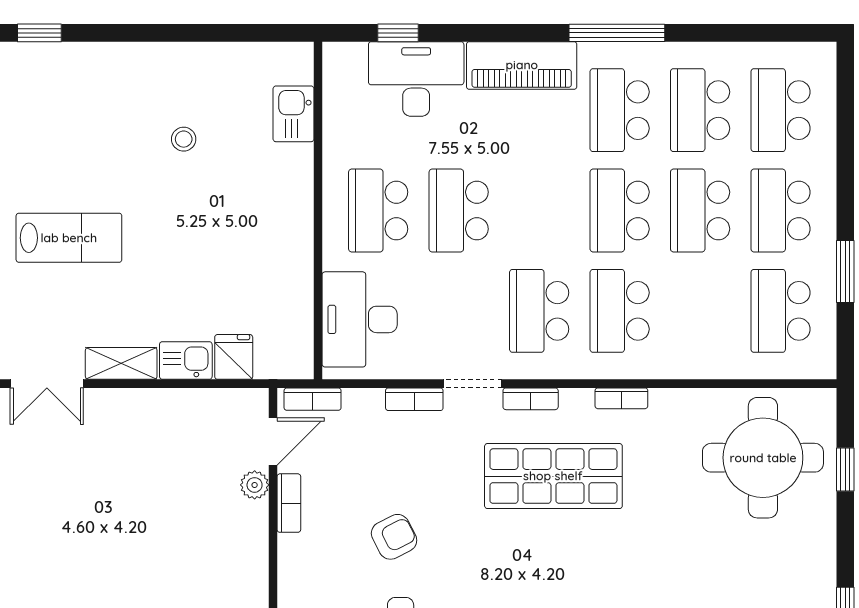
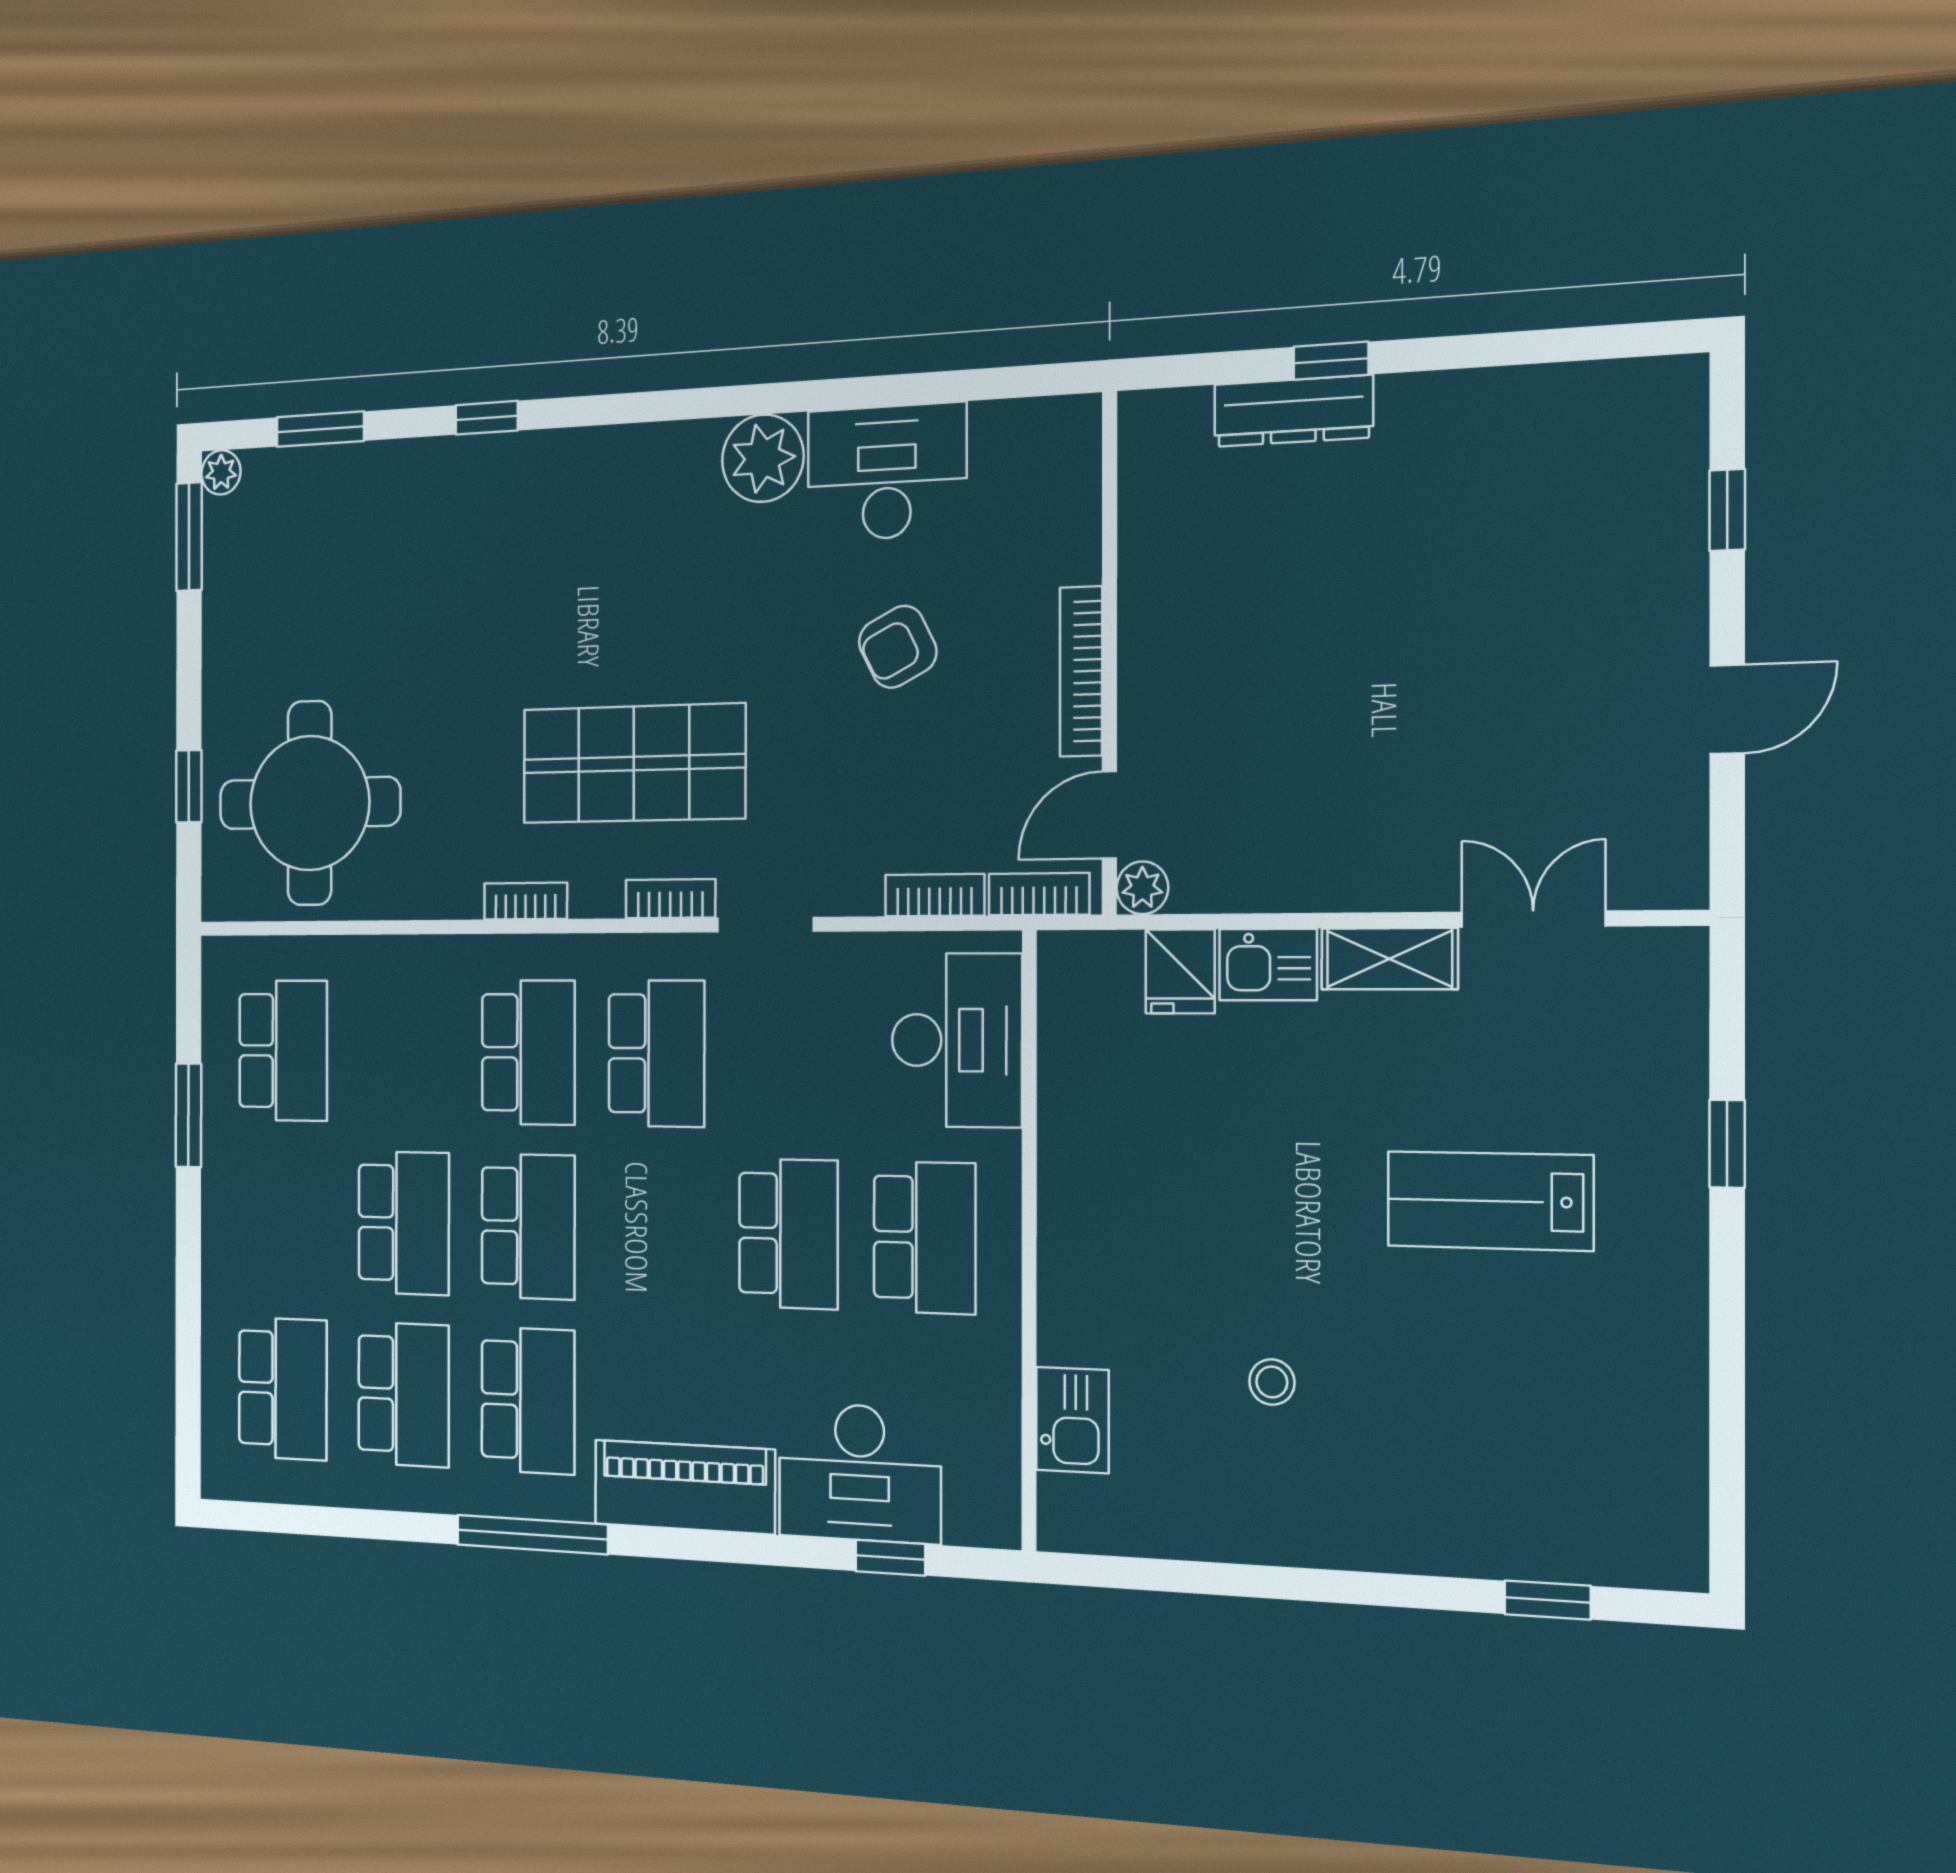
school desk: (781, 211) -> (283, 1220), removed
bookcase: (414, 399) -> (935, 895), moved
plant: (255, 485) -> (1142, 888), moved
bookcase: (289, 503) -> (1081, 671), width x1.56

